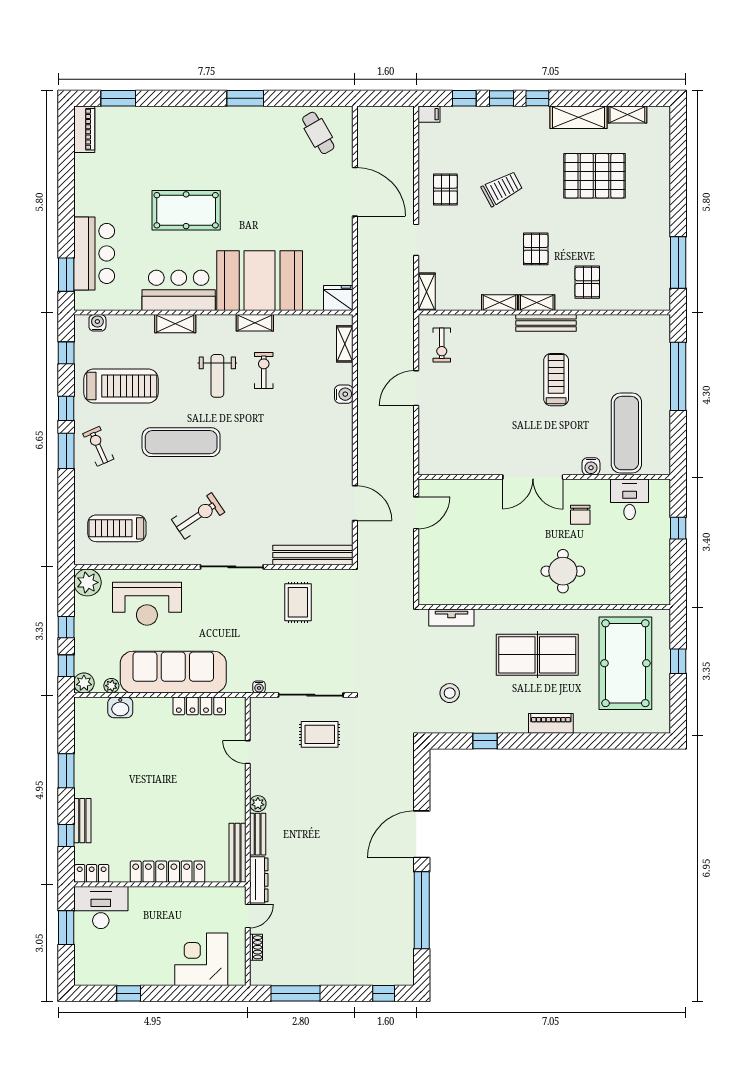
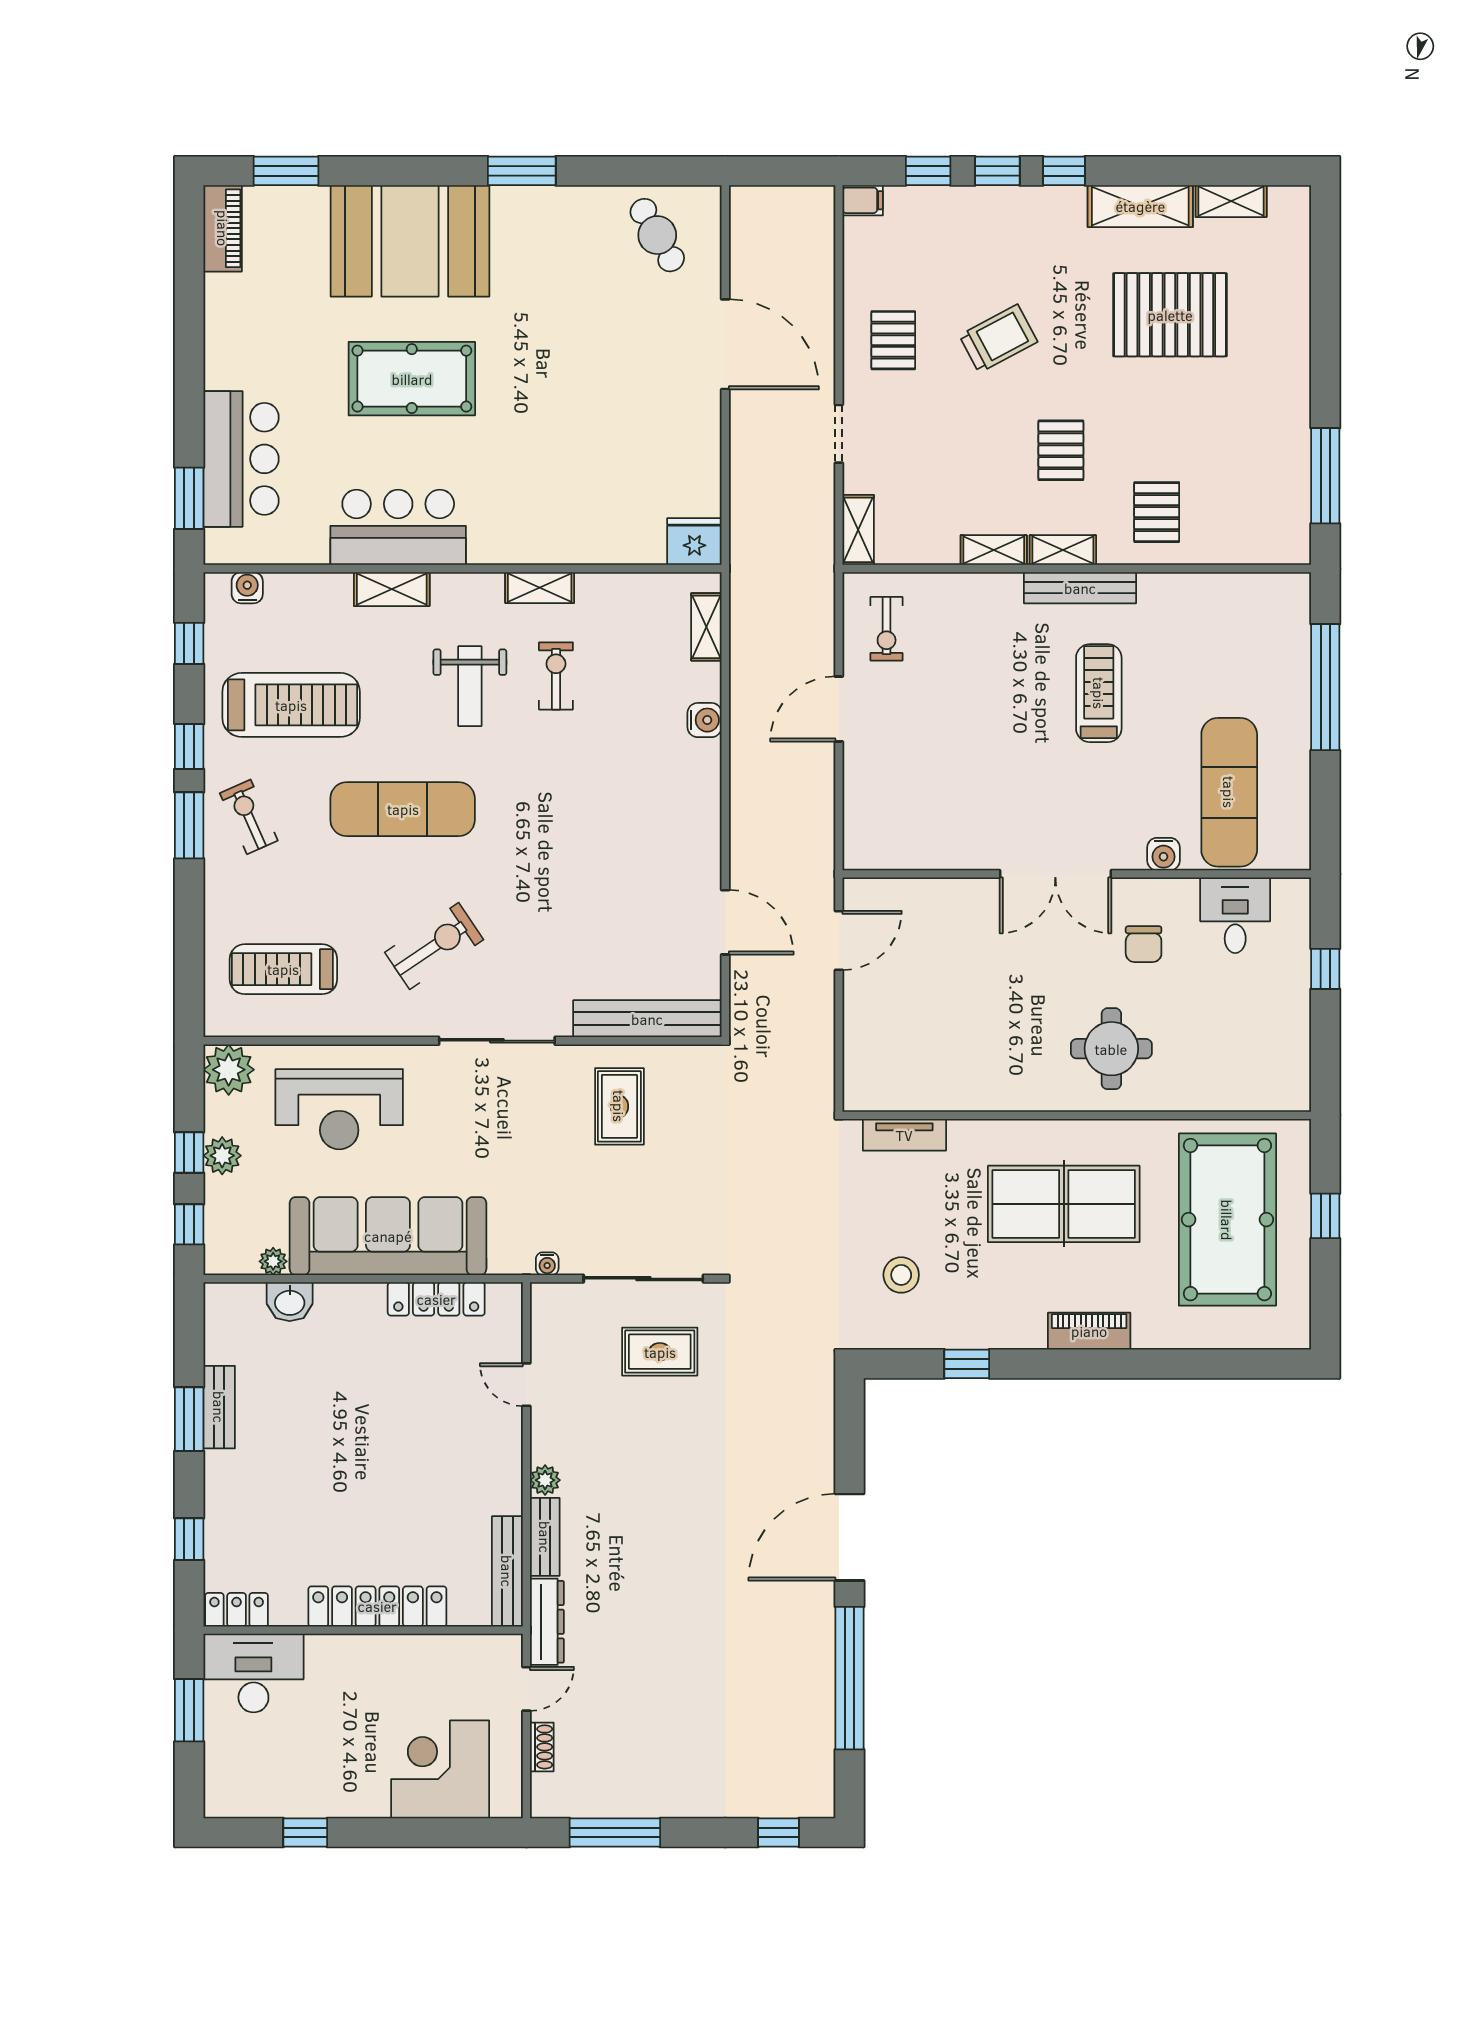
booth: (260, 281) -> (410, 241), moved
plant: (84, 683) -> (222, 1156), moved
bench: (82, 821) -> (219, 1407), moved

